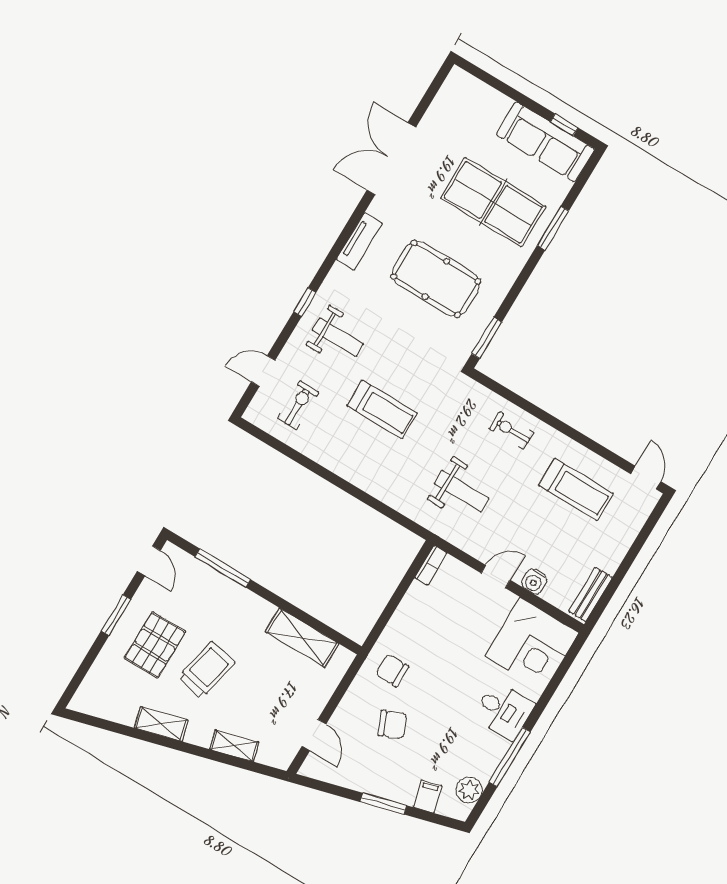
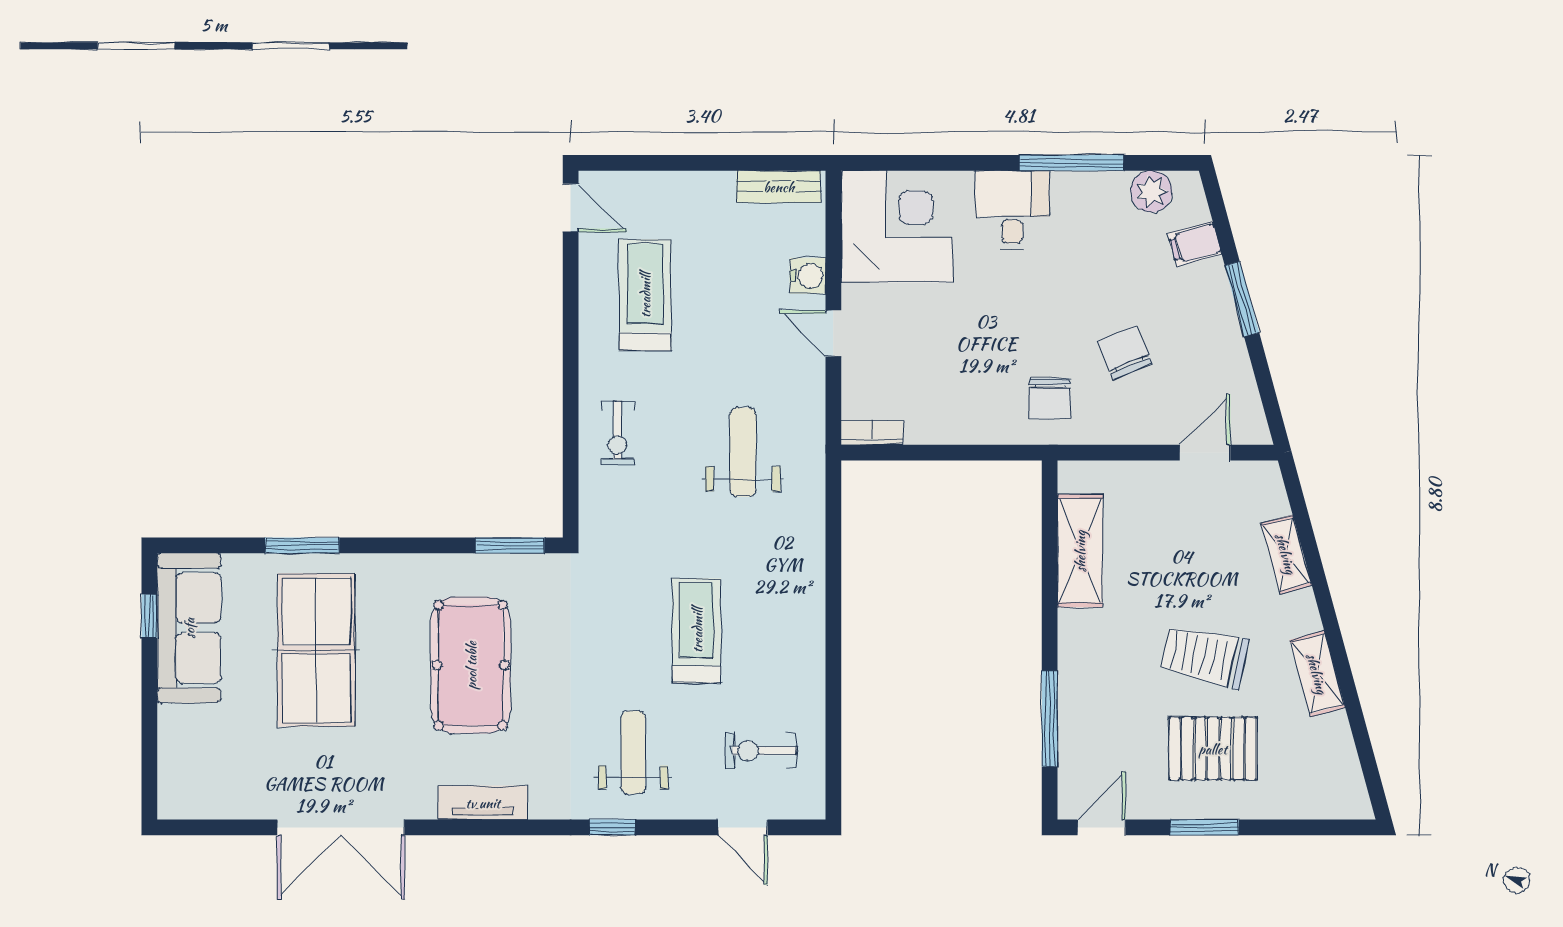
door: (646, 478) -> (571, 208), swing flipped

